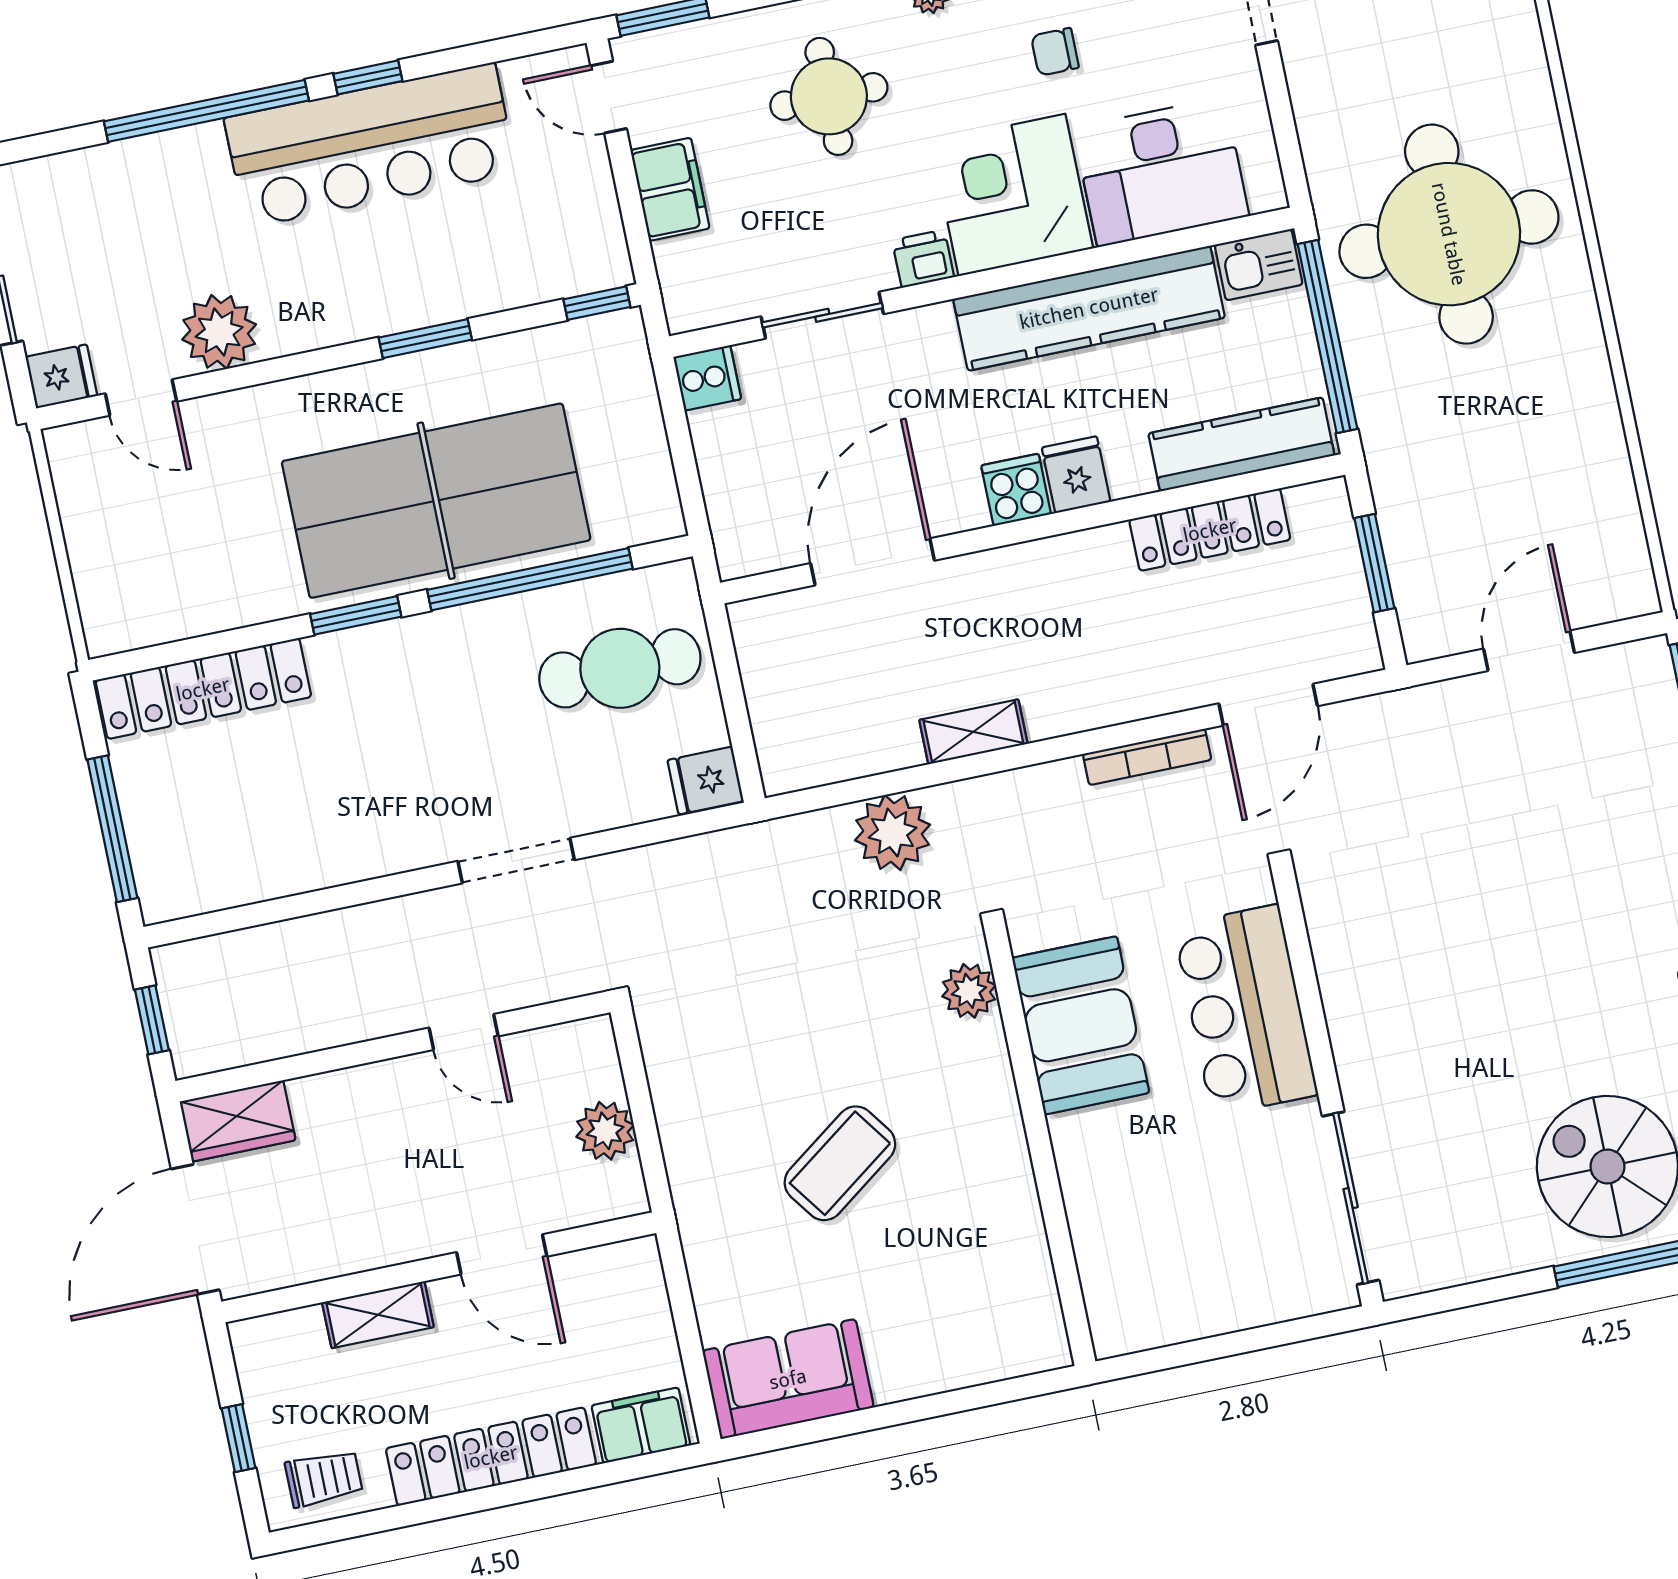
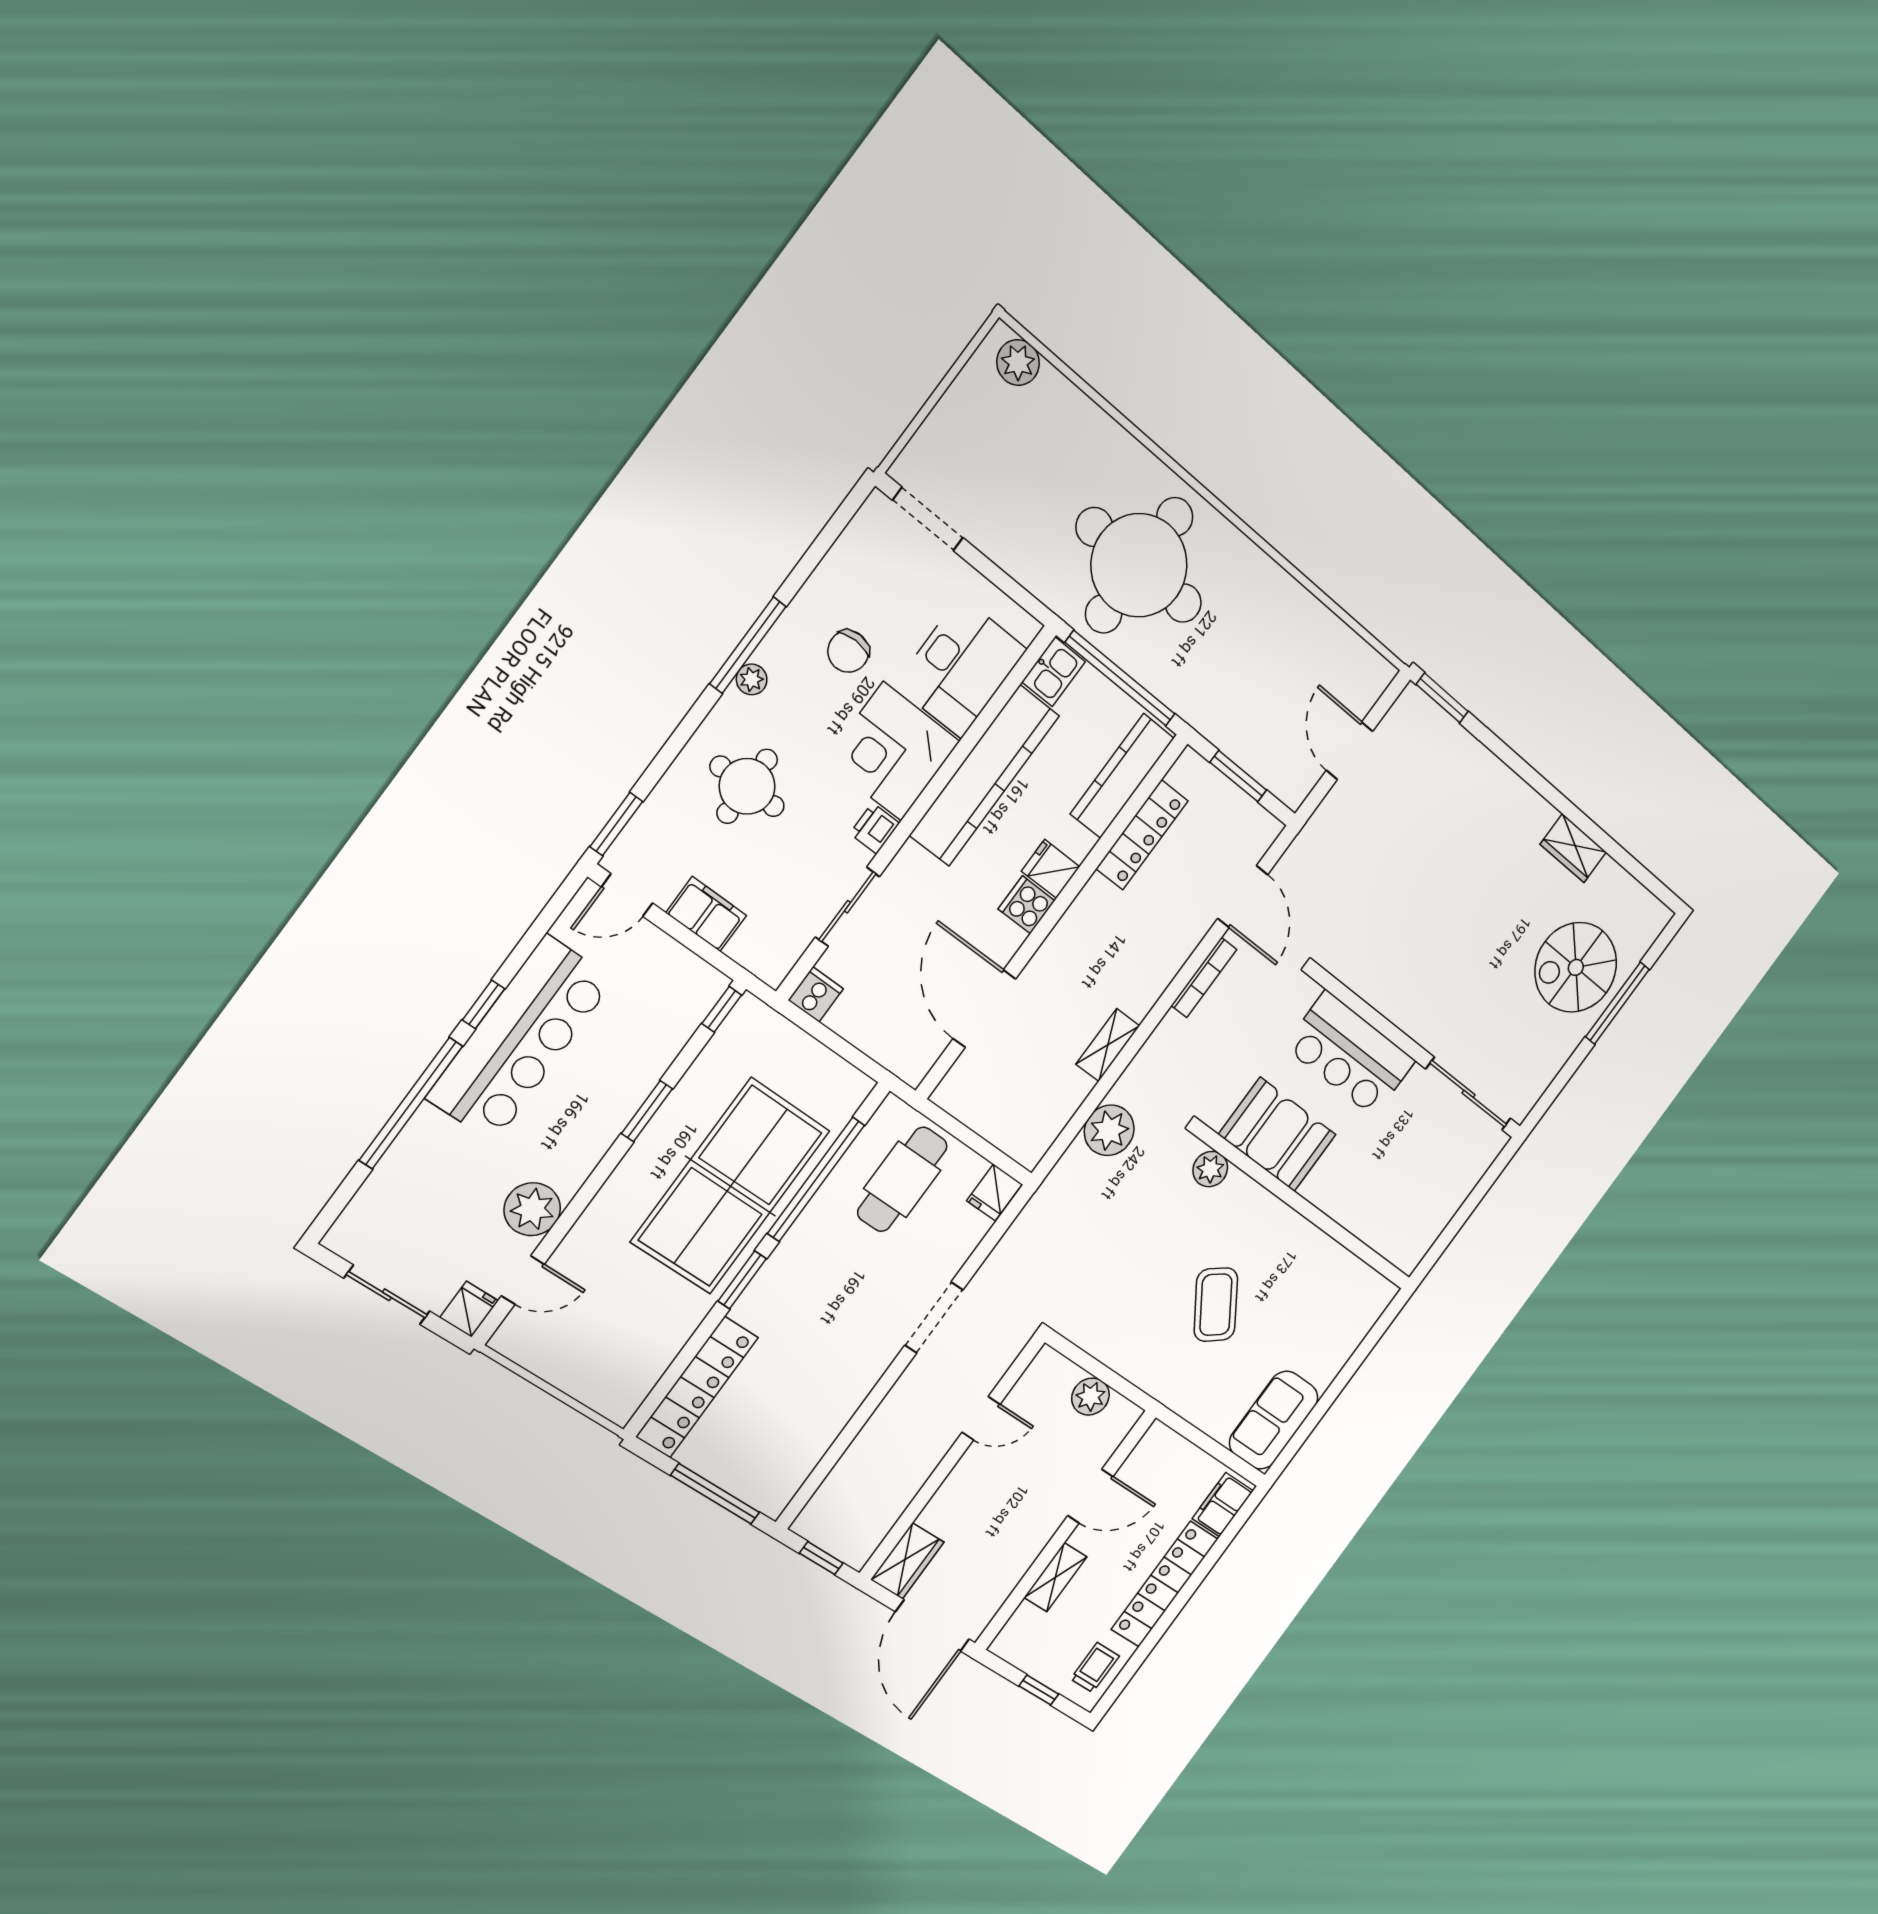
chair: (1055, 52) -> (848, 651), width x1.37, depth x1.37

